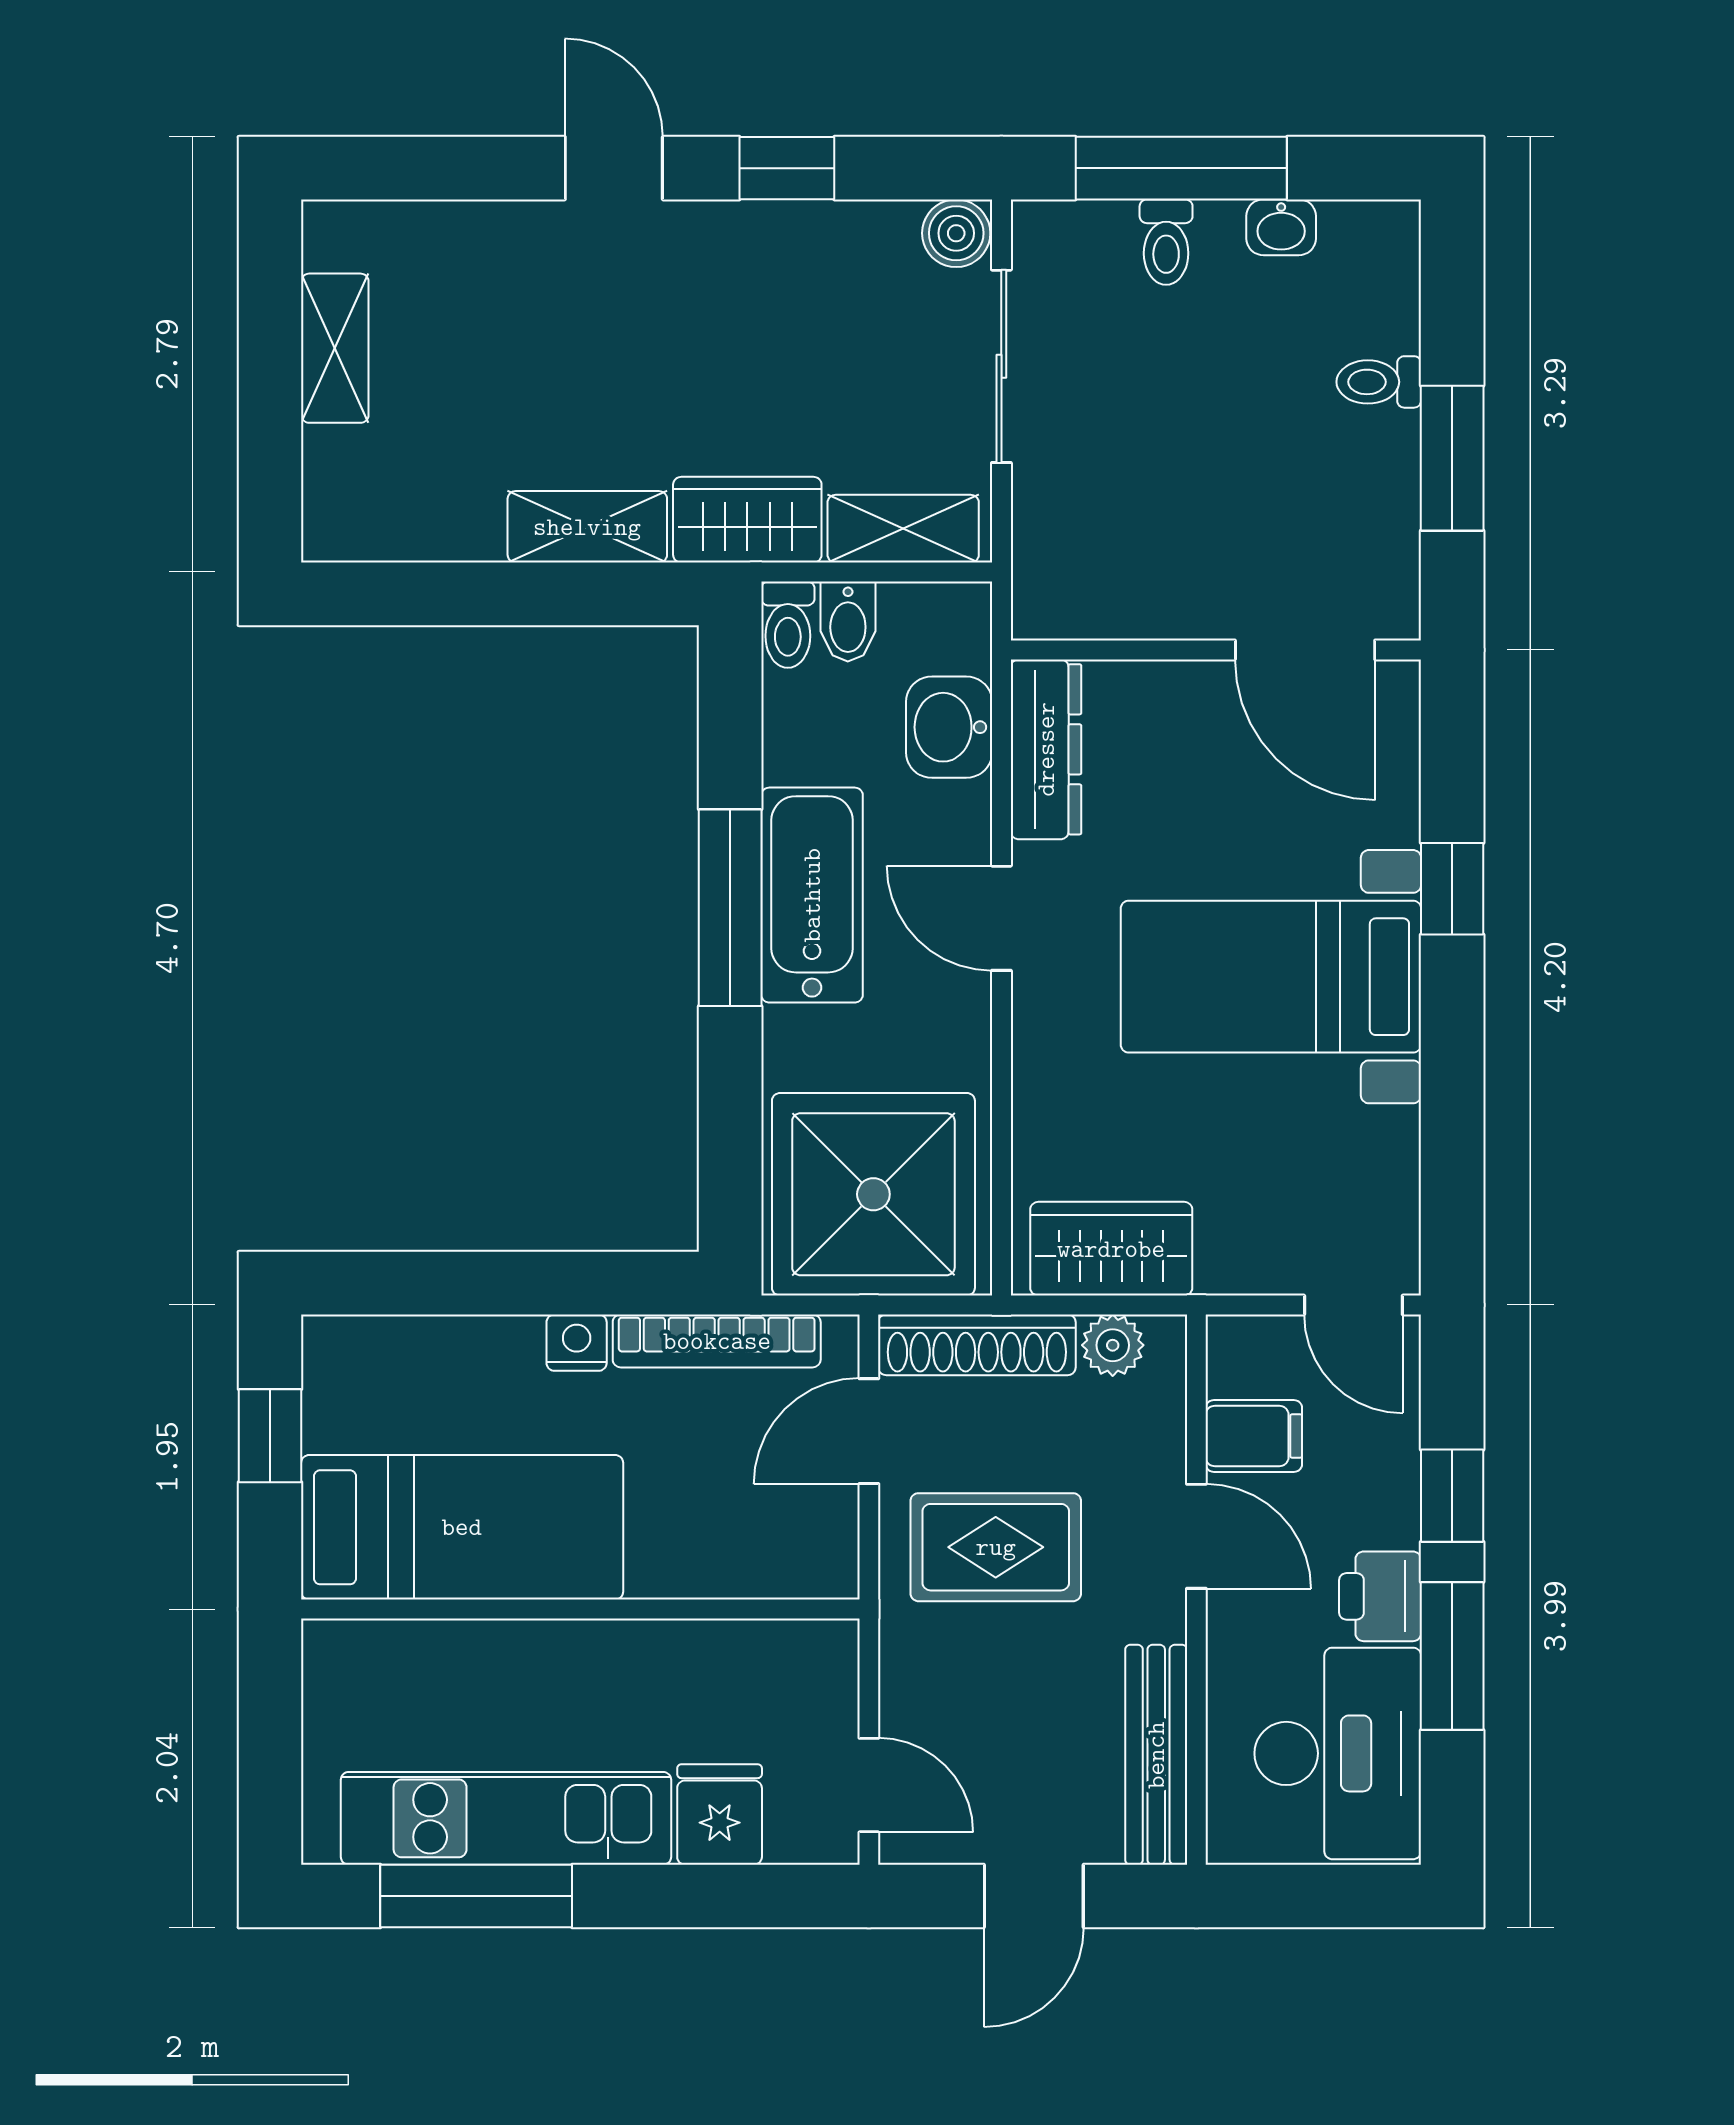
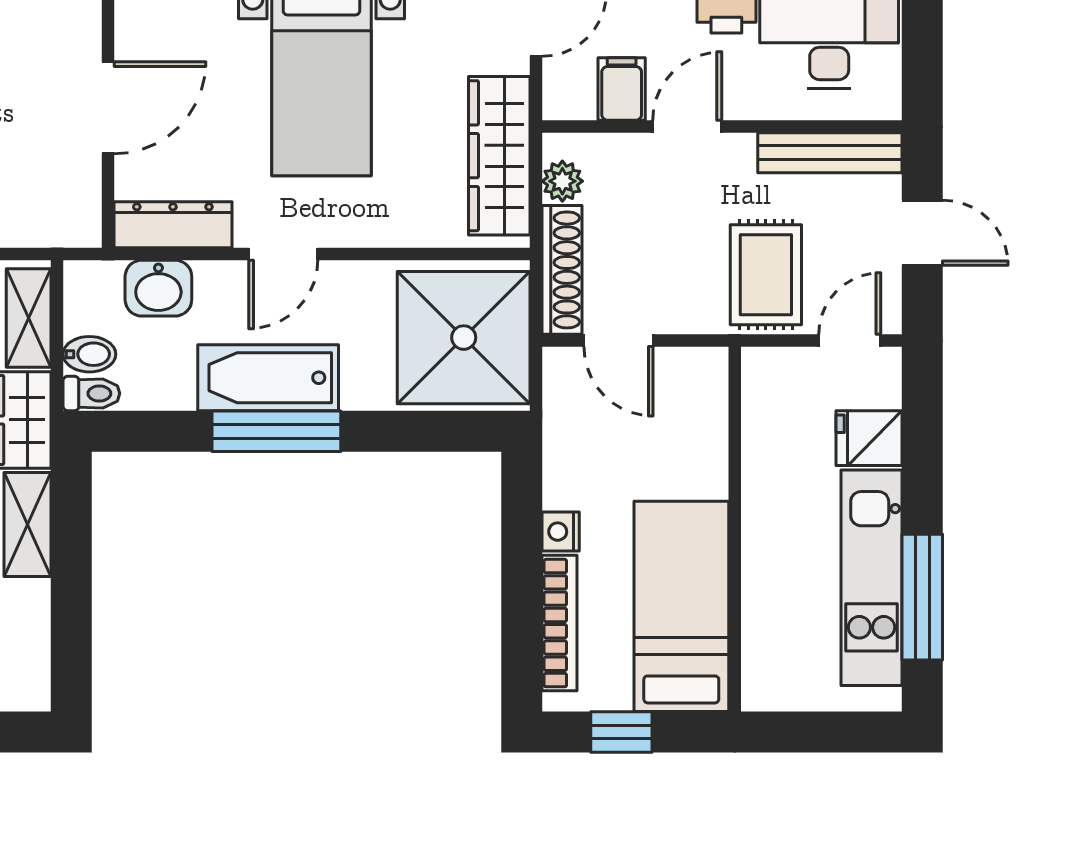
door: (1305, 650) -> (108, 108), moved
wardrobe: (1111, 1249) -> (499, 156), width x1.50
bookcase: (717, 1341) -> (560, 623), moved
rug: (996, 1547) -> (766, 275), moved

